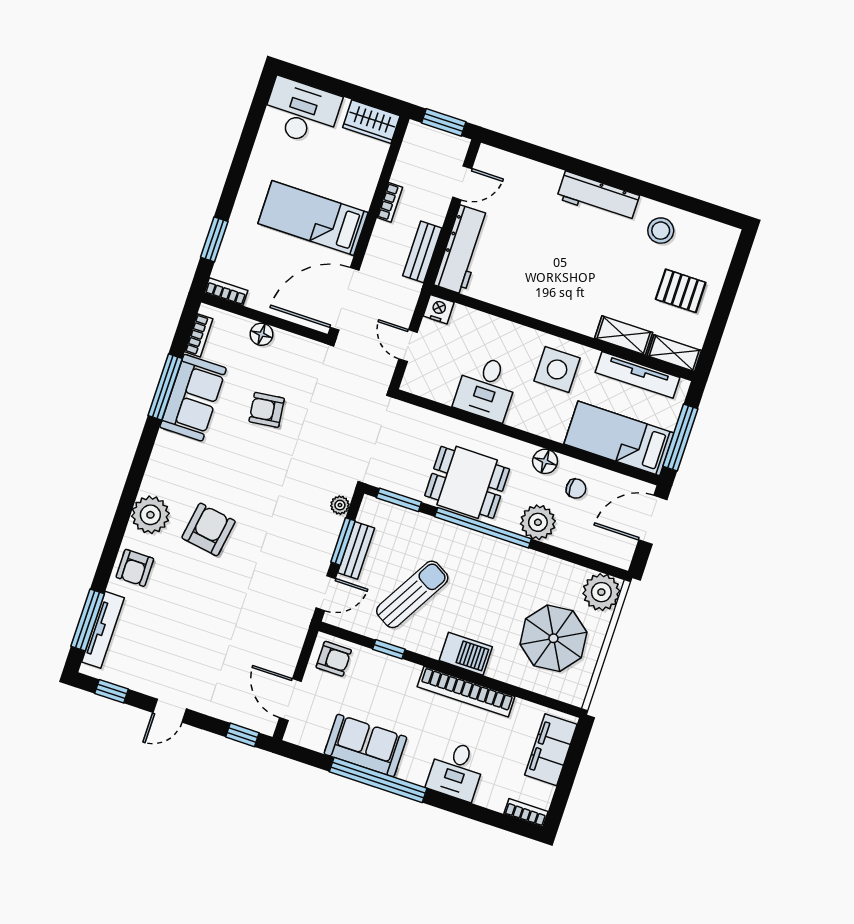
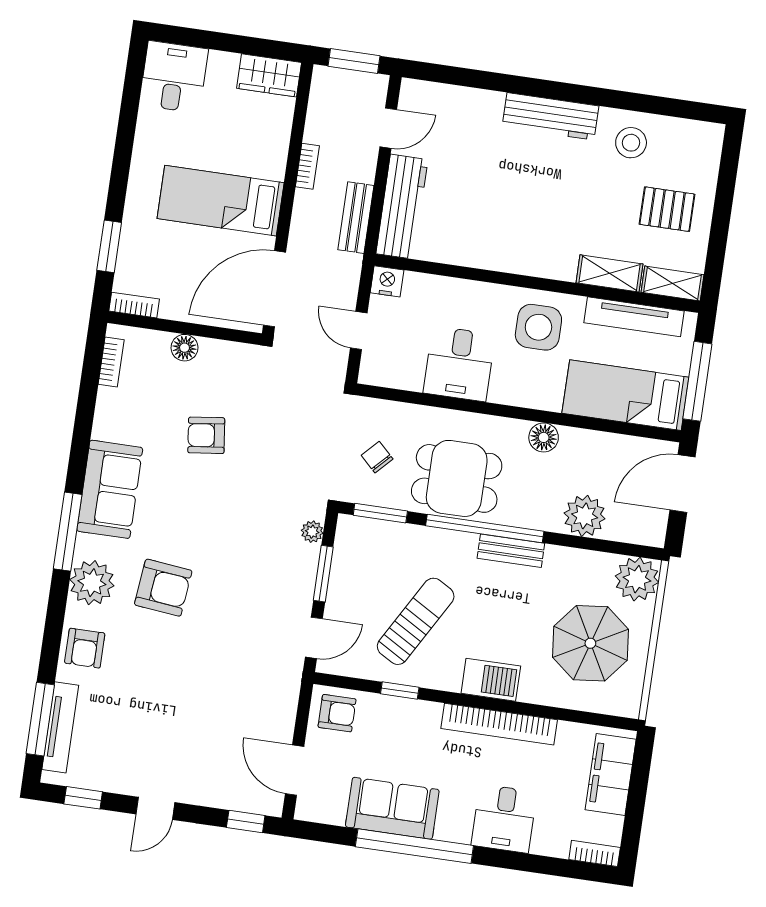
desk: (301, 112) -> (174, 77), width x0.73
window: (165, 387) -> (68, 532), moved
sofa: (193, 398) -> (110, 489), moved
chair: (576, 489) -> (377, 457), moved, turned -136
plant: (538, 522) -> (585, 516), moved
armchair: (209, 529) -> (163, 588), turned 87
bench: (356, 550) -> (511, 551), moved, turned 90

